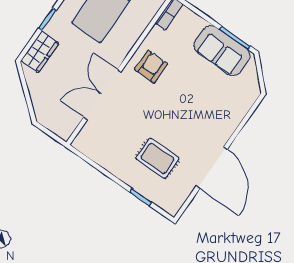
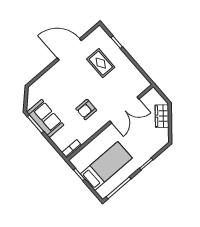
wardrobe: (40, 52) -> (162, 116), moved, turned -50
armchair: (151, 67) -> (86, 110), moved
door: (212, 168) -> (69, 49), hinge flipped

